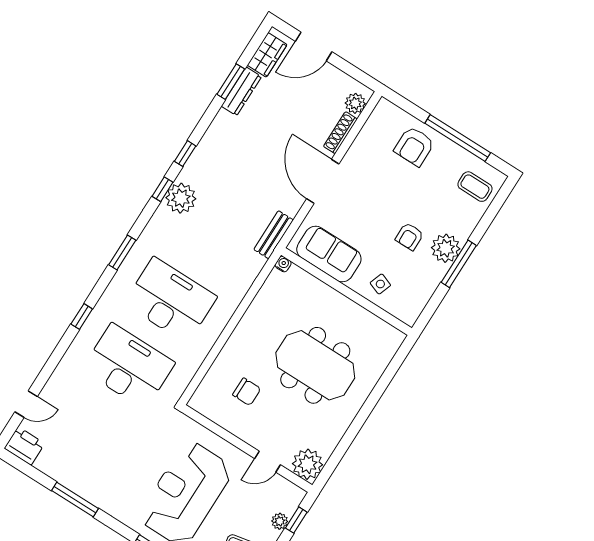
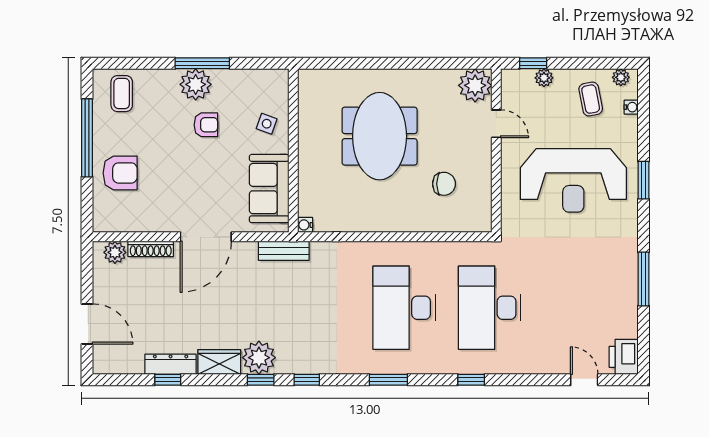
wardrobe: (267, 55) -> (219, 362), moved
window: (231, 82) -> (168, 380), width x0.67
plant: (181, 198) -> (259, 358), moved
chair: (247, 392) -> (444, 184), turned 90

